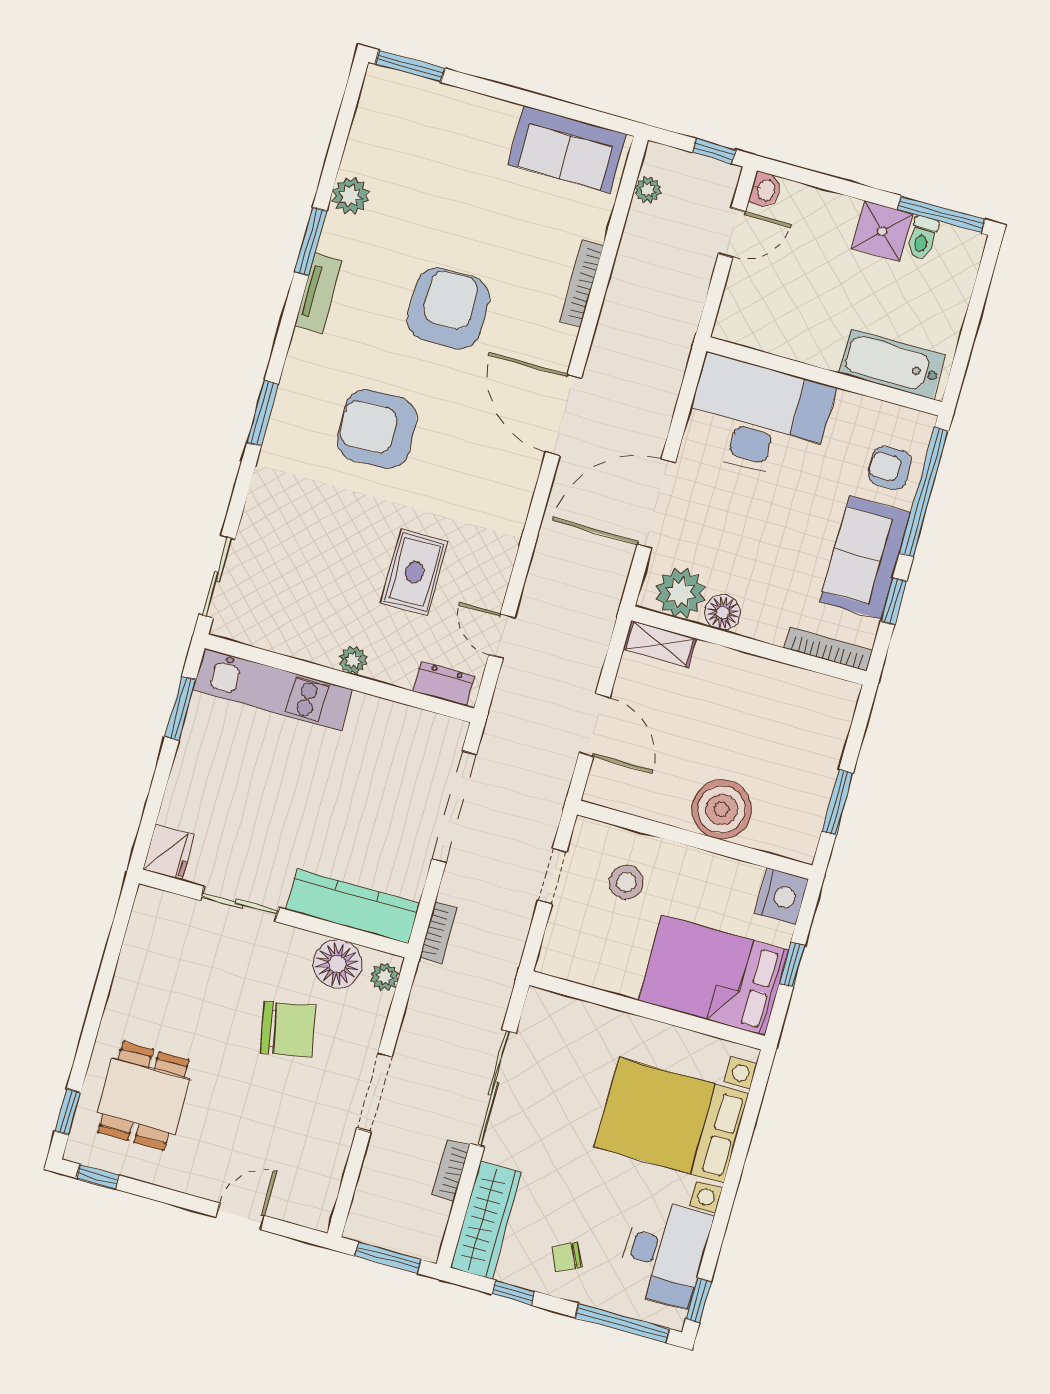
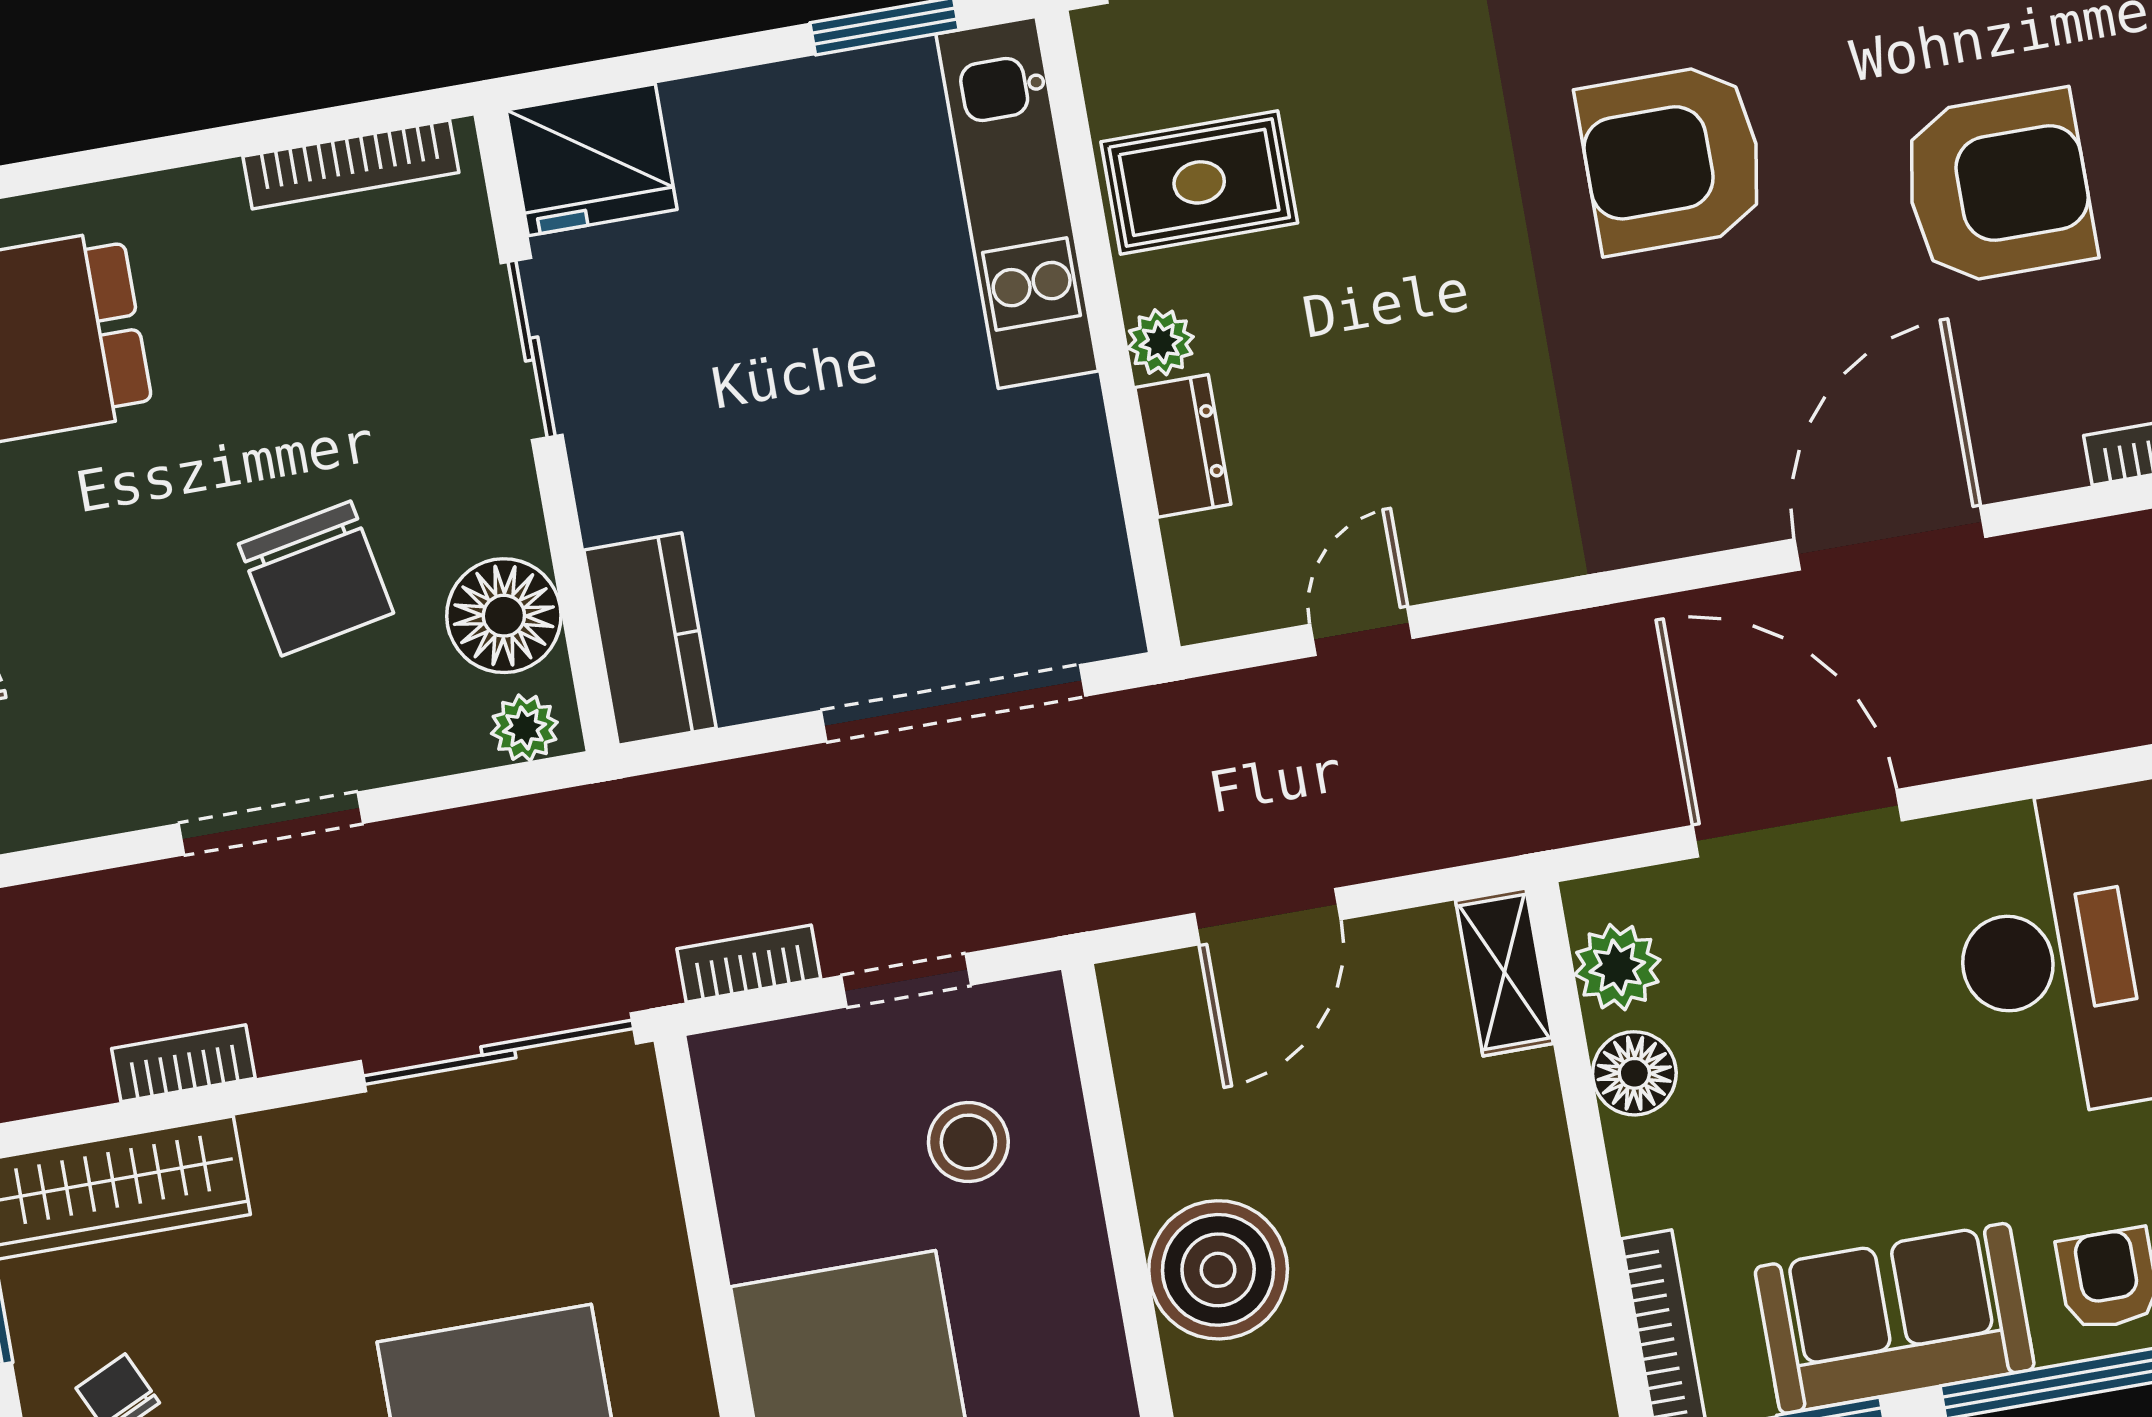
armchair: (377, 429) -> (1672, 159), turned -88
rug: (414, 572) -> (1199, 182), moved
plant: (680, 593) -> (1617, 967), width x0.73, depth x0.73
dresser: (444, 684) -> (1183, 446), moved
fridge: (169, 852) -> (592, 160), width x1.36, depth x1.34
kitchen counter: (353, 906) -> (650, 639), width x0.67
bookcase: (438, 932) -> (749, 964), moved, turned 180
bookcase: (135, 940) -> (351, 164), added
sliding door: (493, 1088) -> (498, 1052), moved

